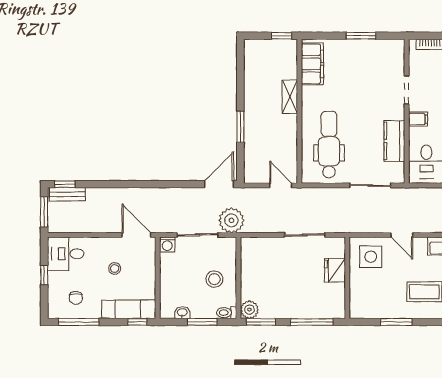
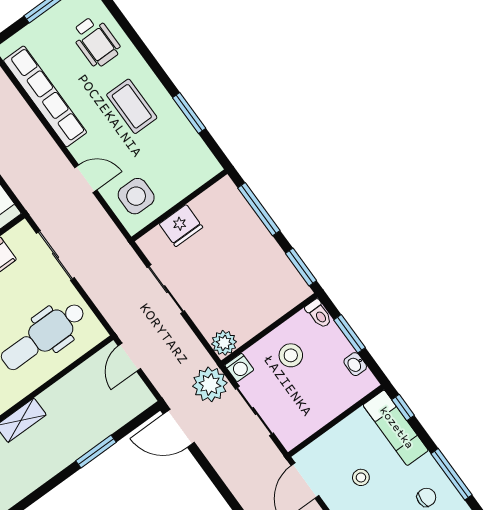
door: (402, 235) -> (86, 179), hinge flipped
washing machine: (167, 244) -> (239, 367), moved, turned 90
plant: (249, 310) -> (224, 343), moved

